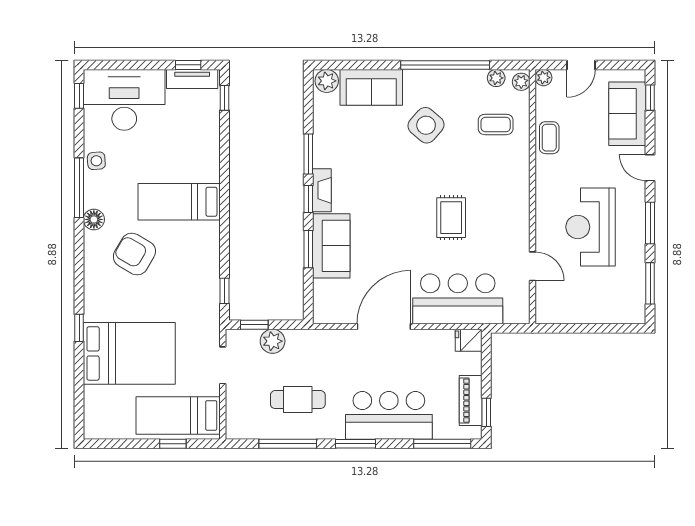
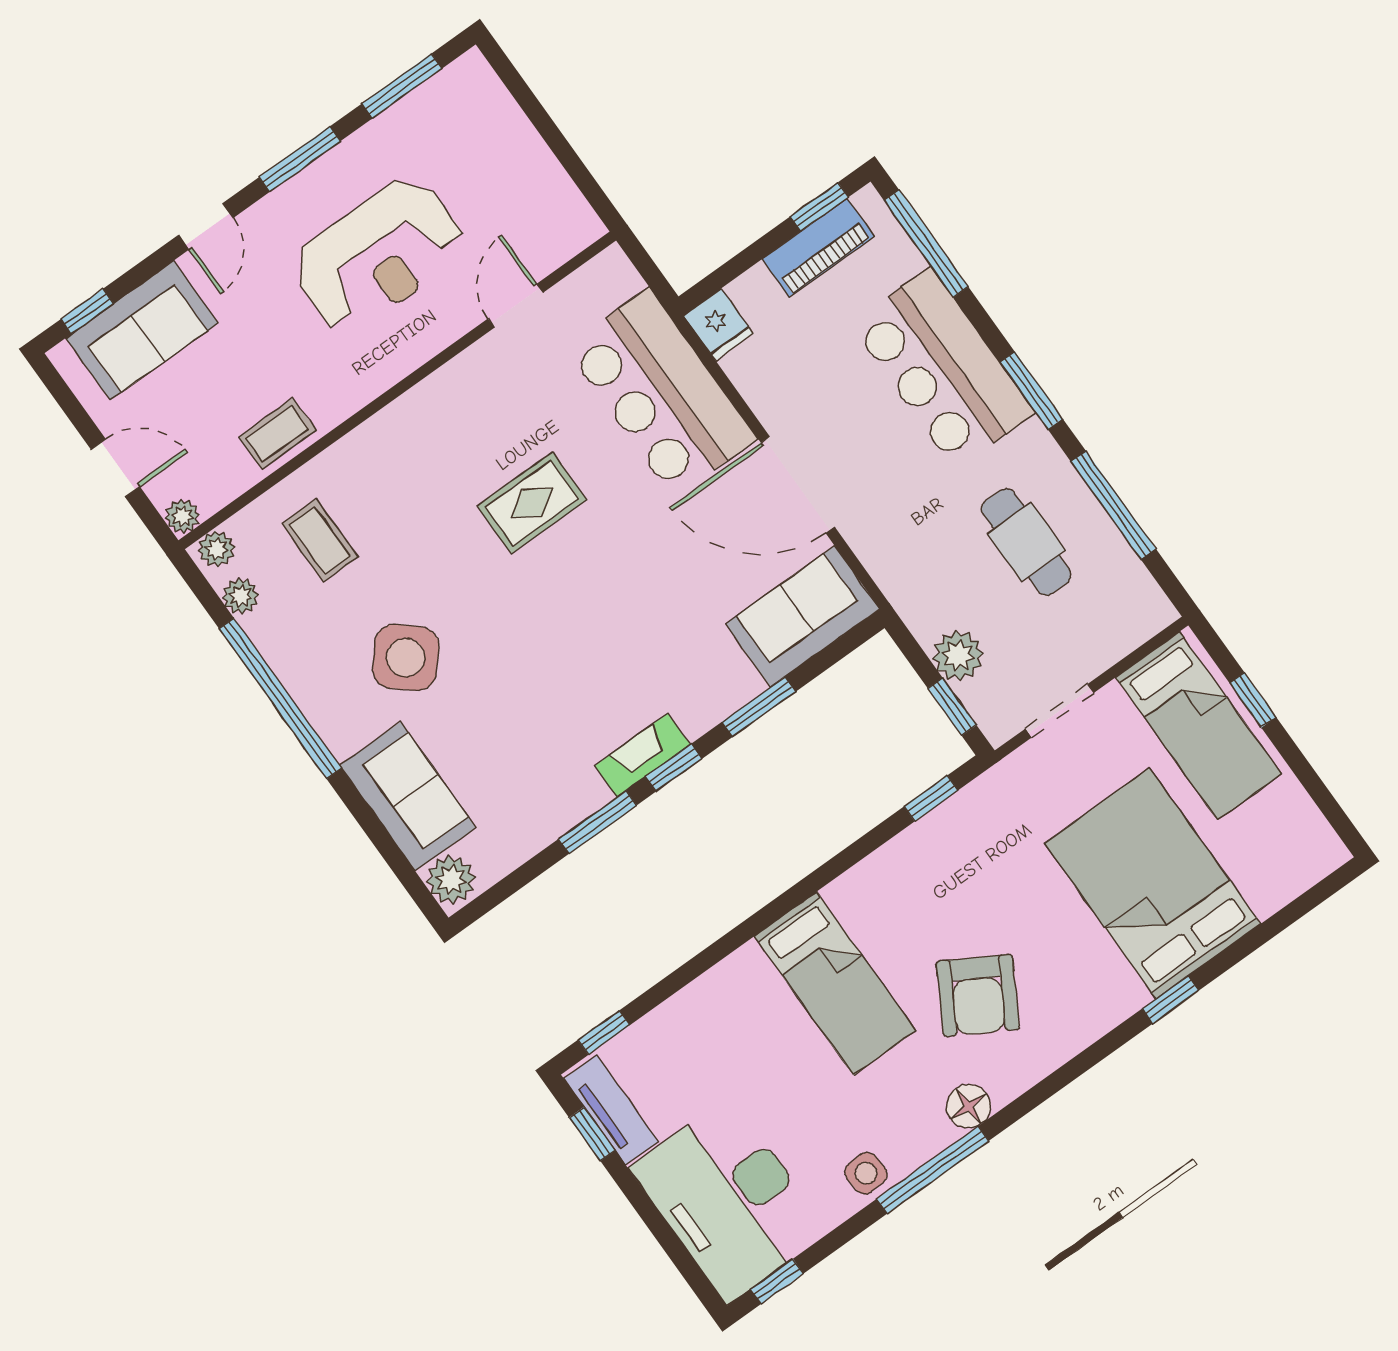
sofa: (331, 246) -> (803, 616), moved

